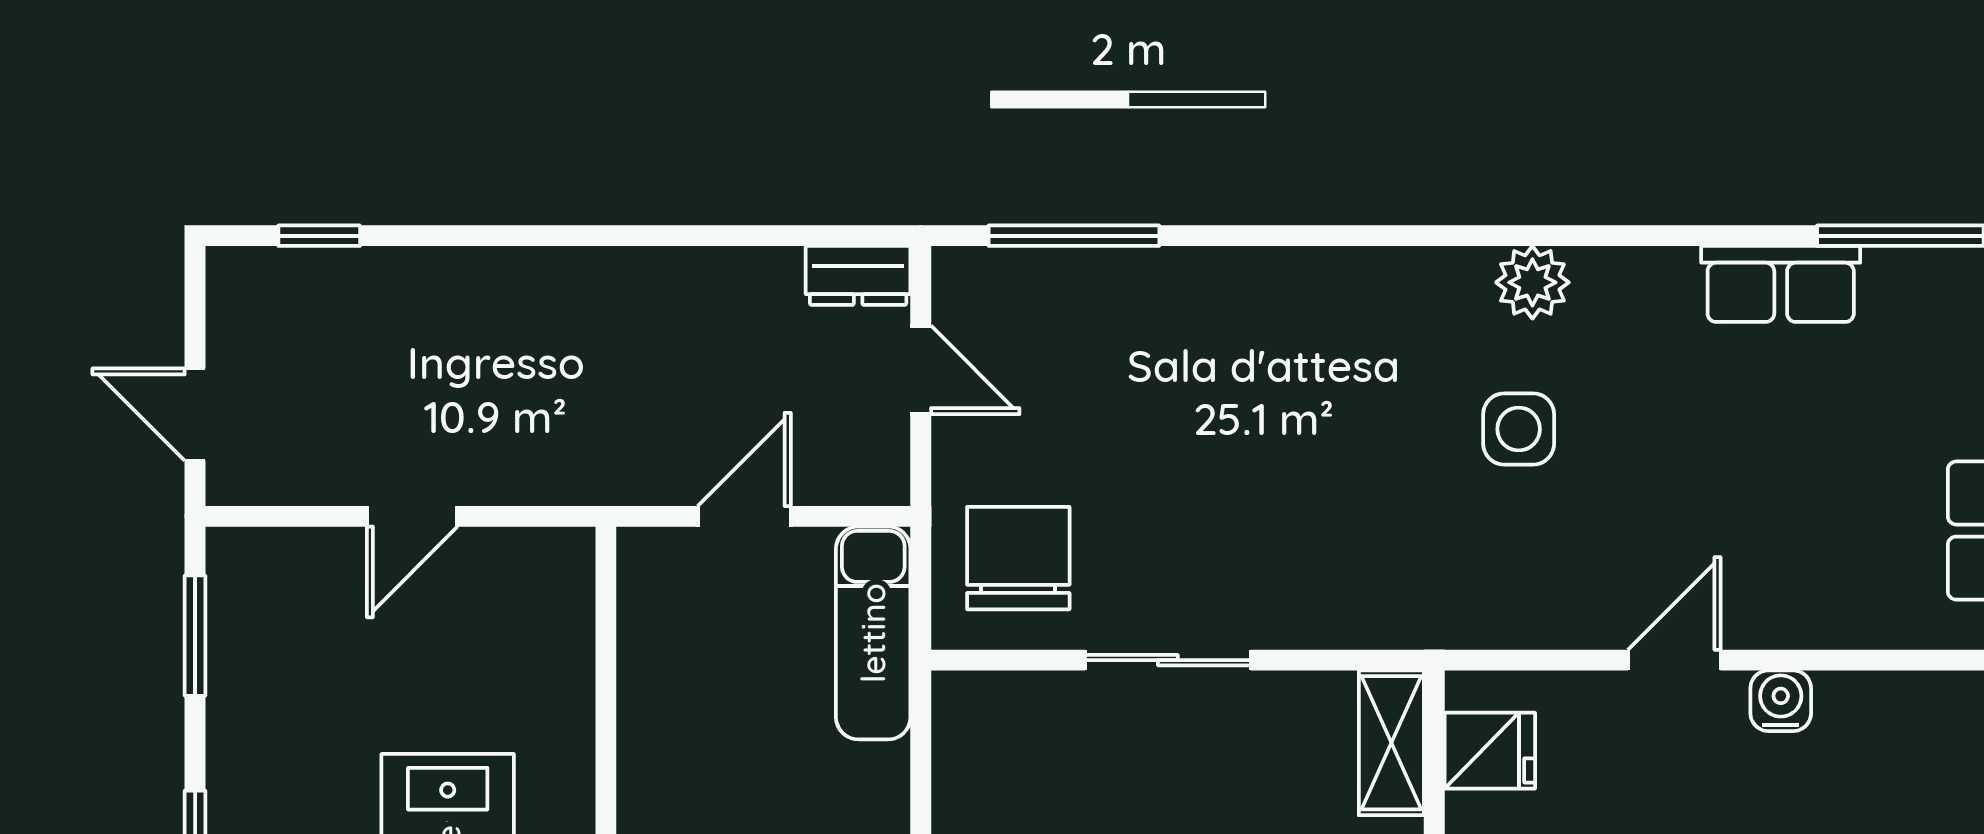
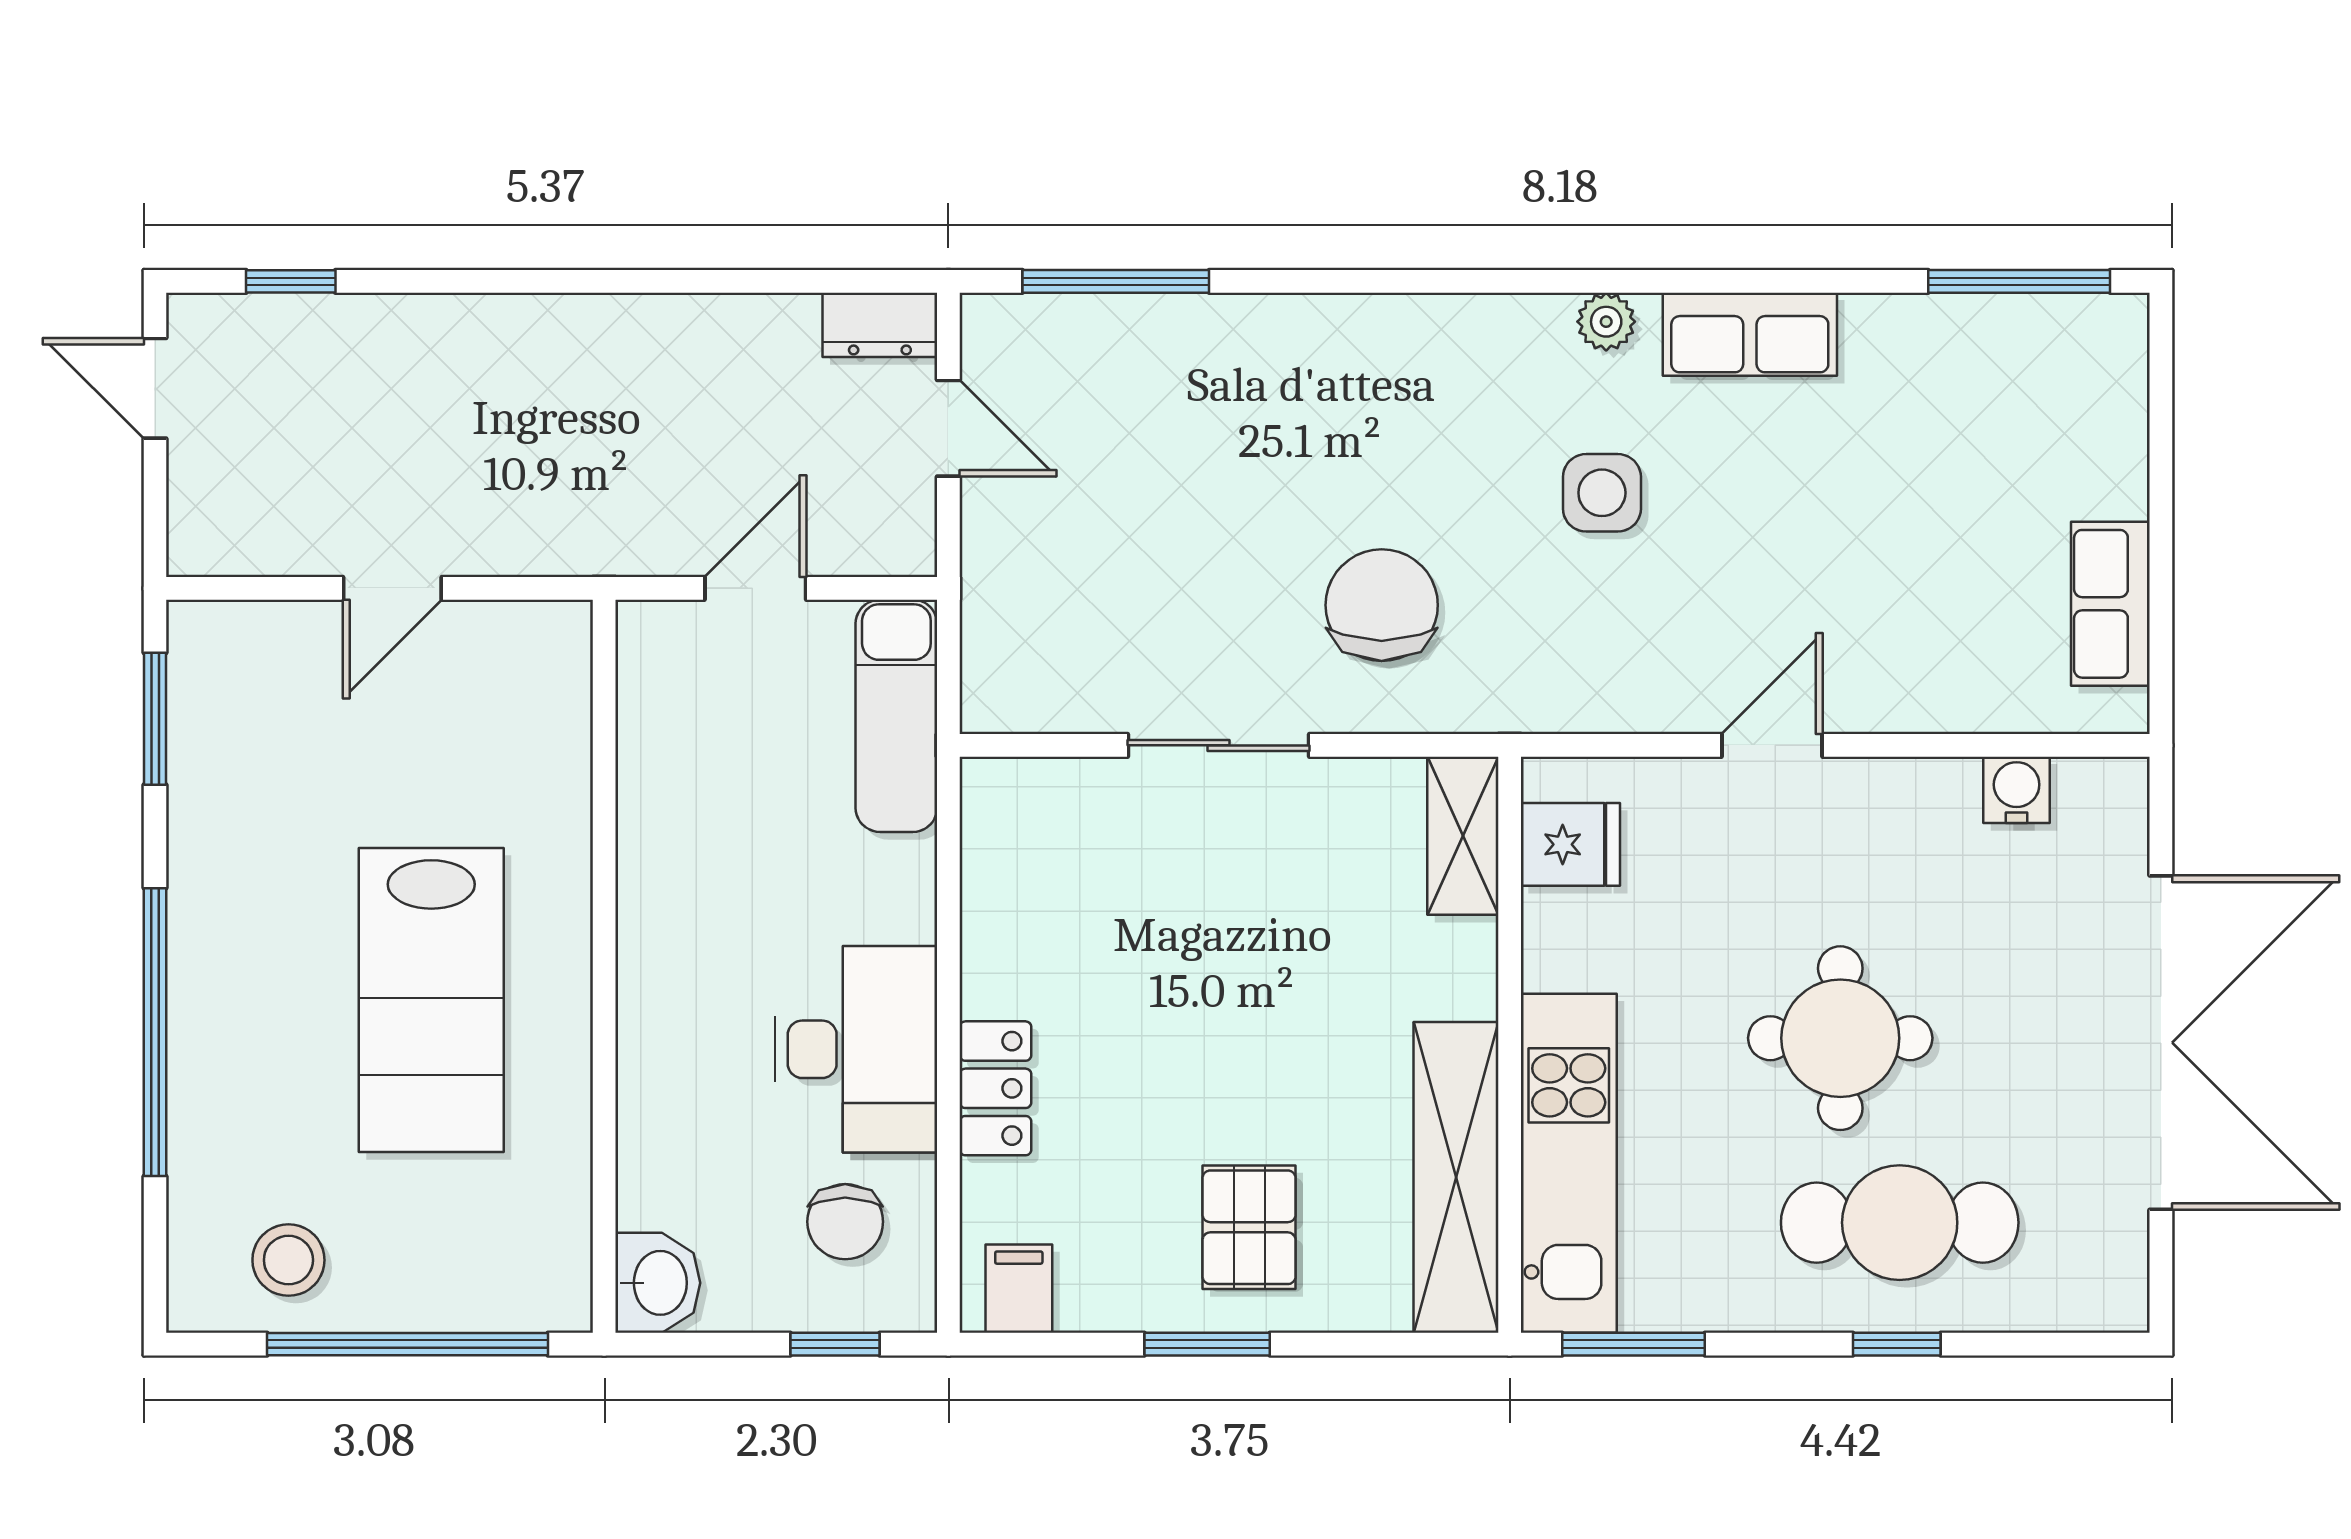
plant: (1532, 282) -> (1606, 322), width x0.73, depth x0.73
row of seats: (1781, 284) -> (1750, 334), moved
door: (195, 414) -> (155, 388), moved
chair: (1018, 558) -> (1382, 605), moved
water cooler: (1781, 701) -> (2017, 790), moved

